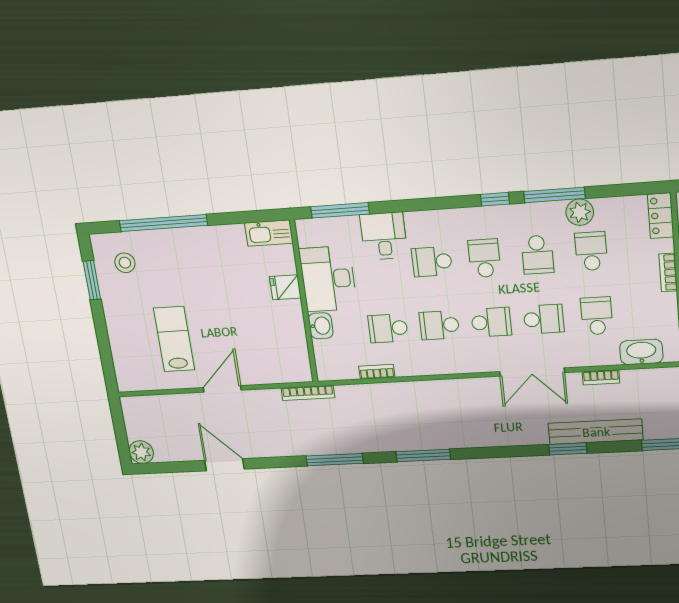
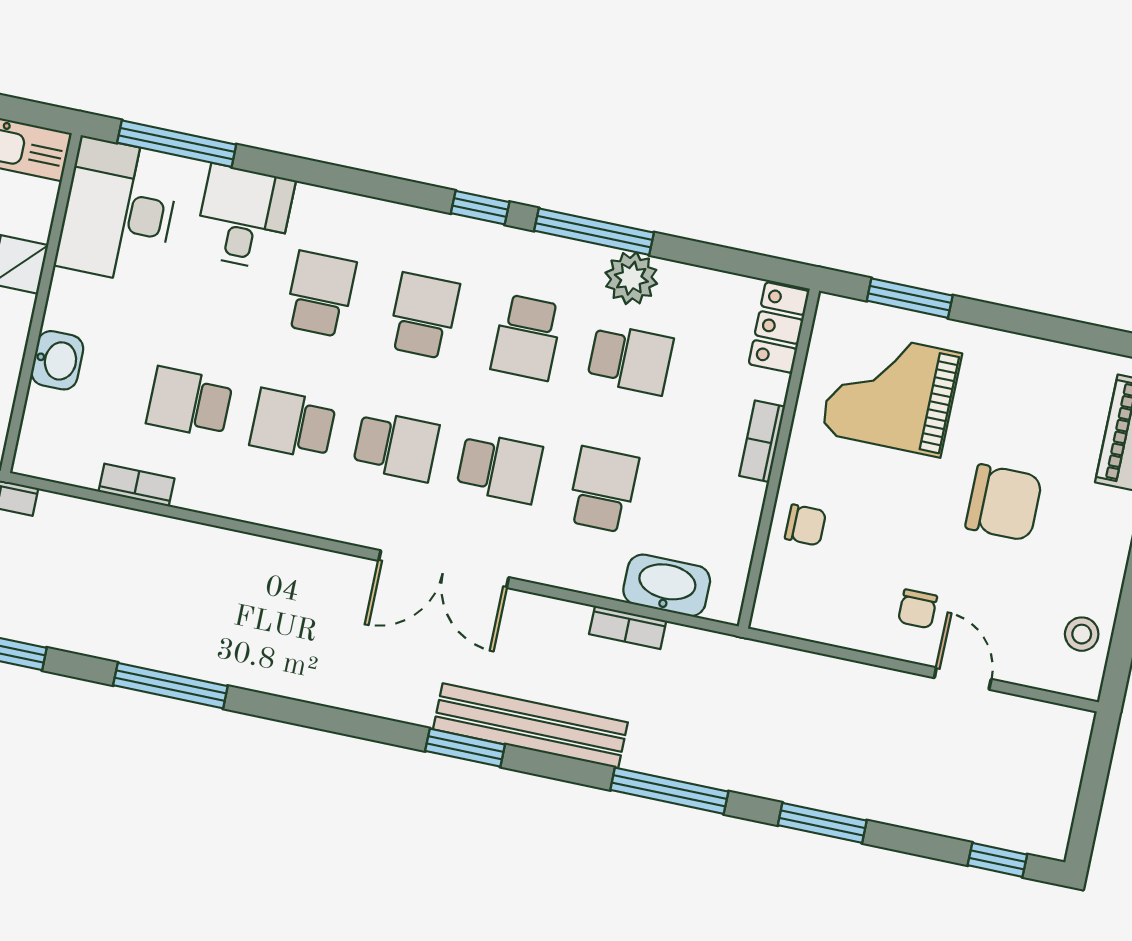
school desk: (591, 251) -> (630, 359), turned 90
school desk: (432, 262) -> (320, 294), turned 90
desk: (328, 279) -> (118, 211), moved
bookcase: (601, 377) -> (628, 627), moved

